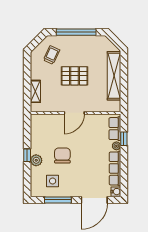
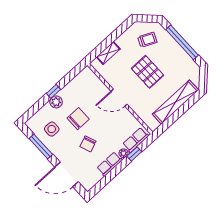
chair: (87, 165) -> (88, 144), added
row of seats: (115, 168) -> (110, 164), width x0.68
water cooler: (116, 192) -> (88, 185), removed

